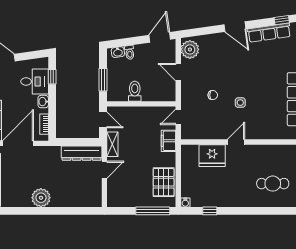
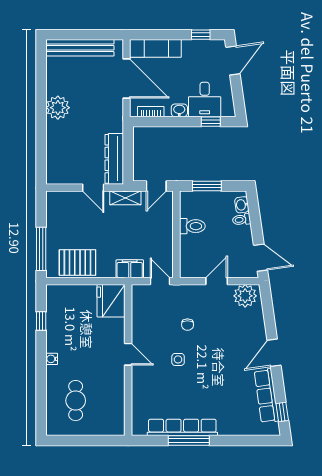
fridge: (212, 156) -> (111, 301), moved
water cooler: (185, 202) -> (52, 359), moved

